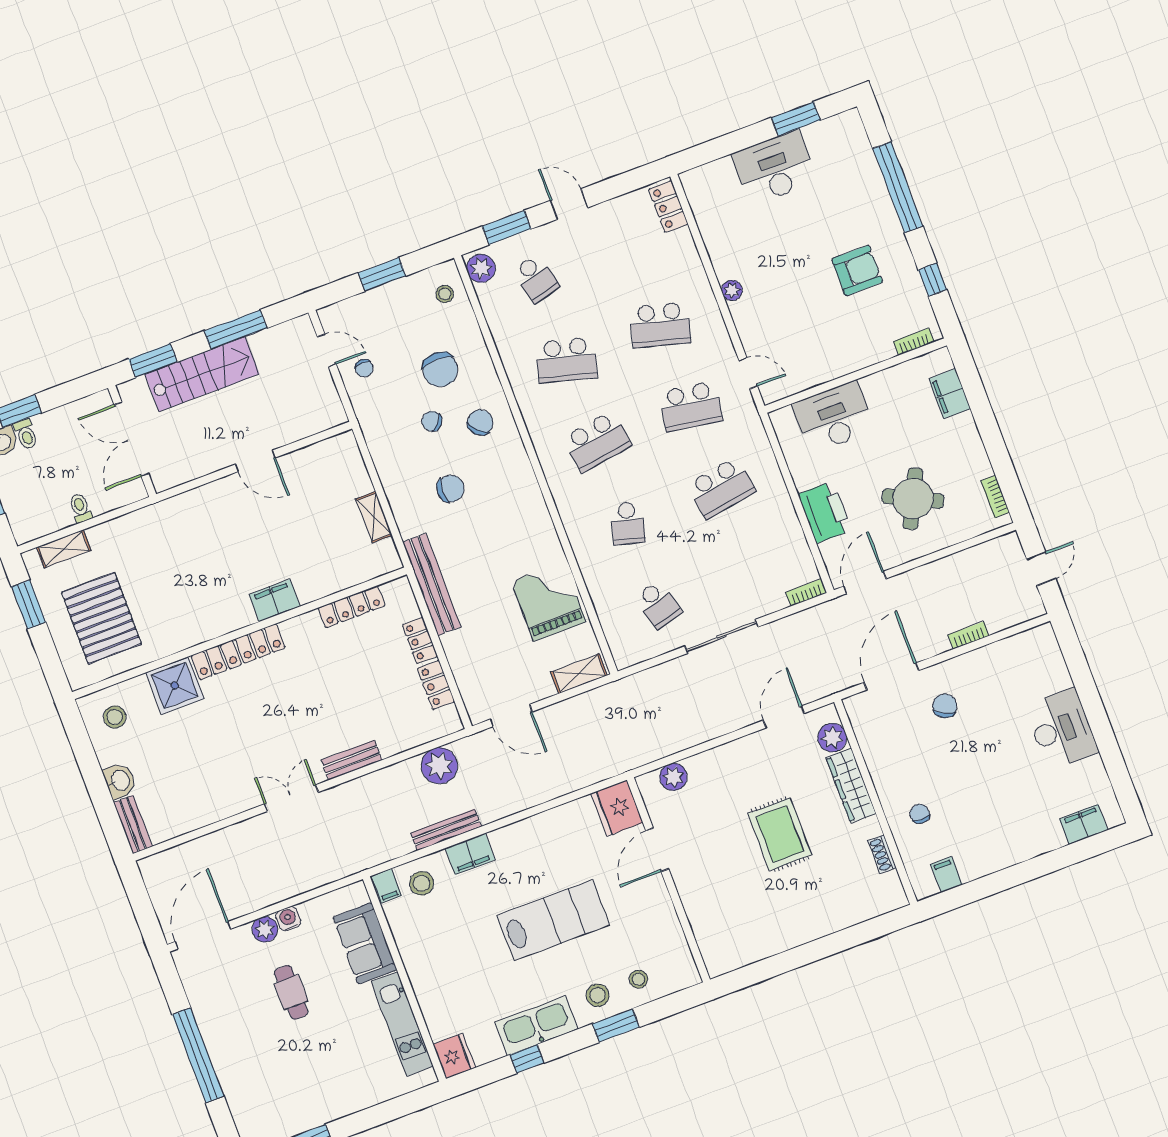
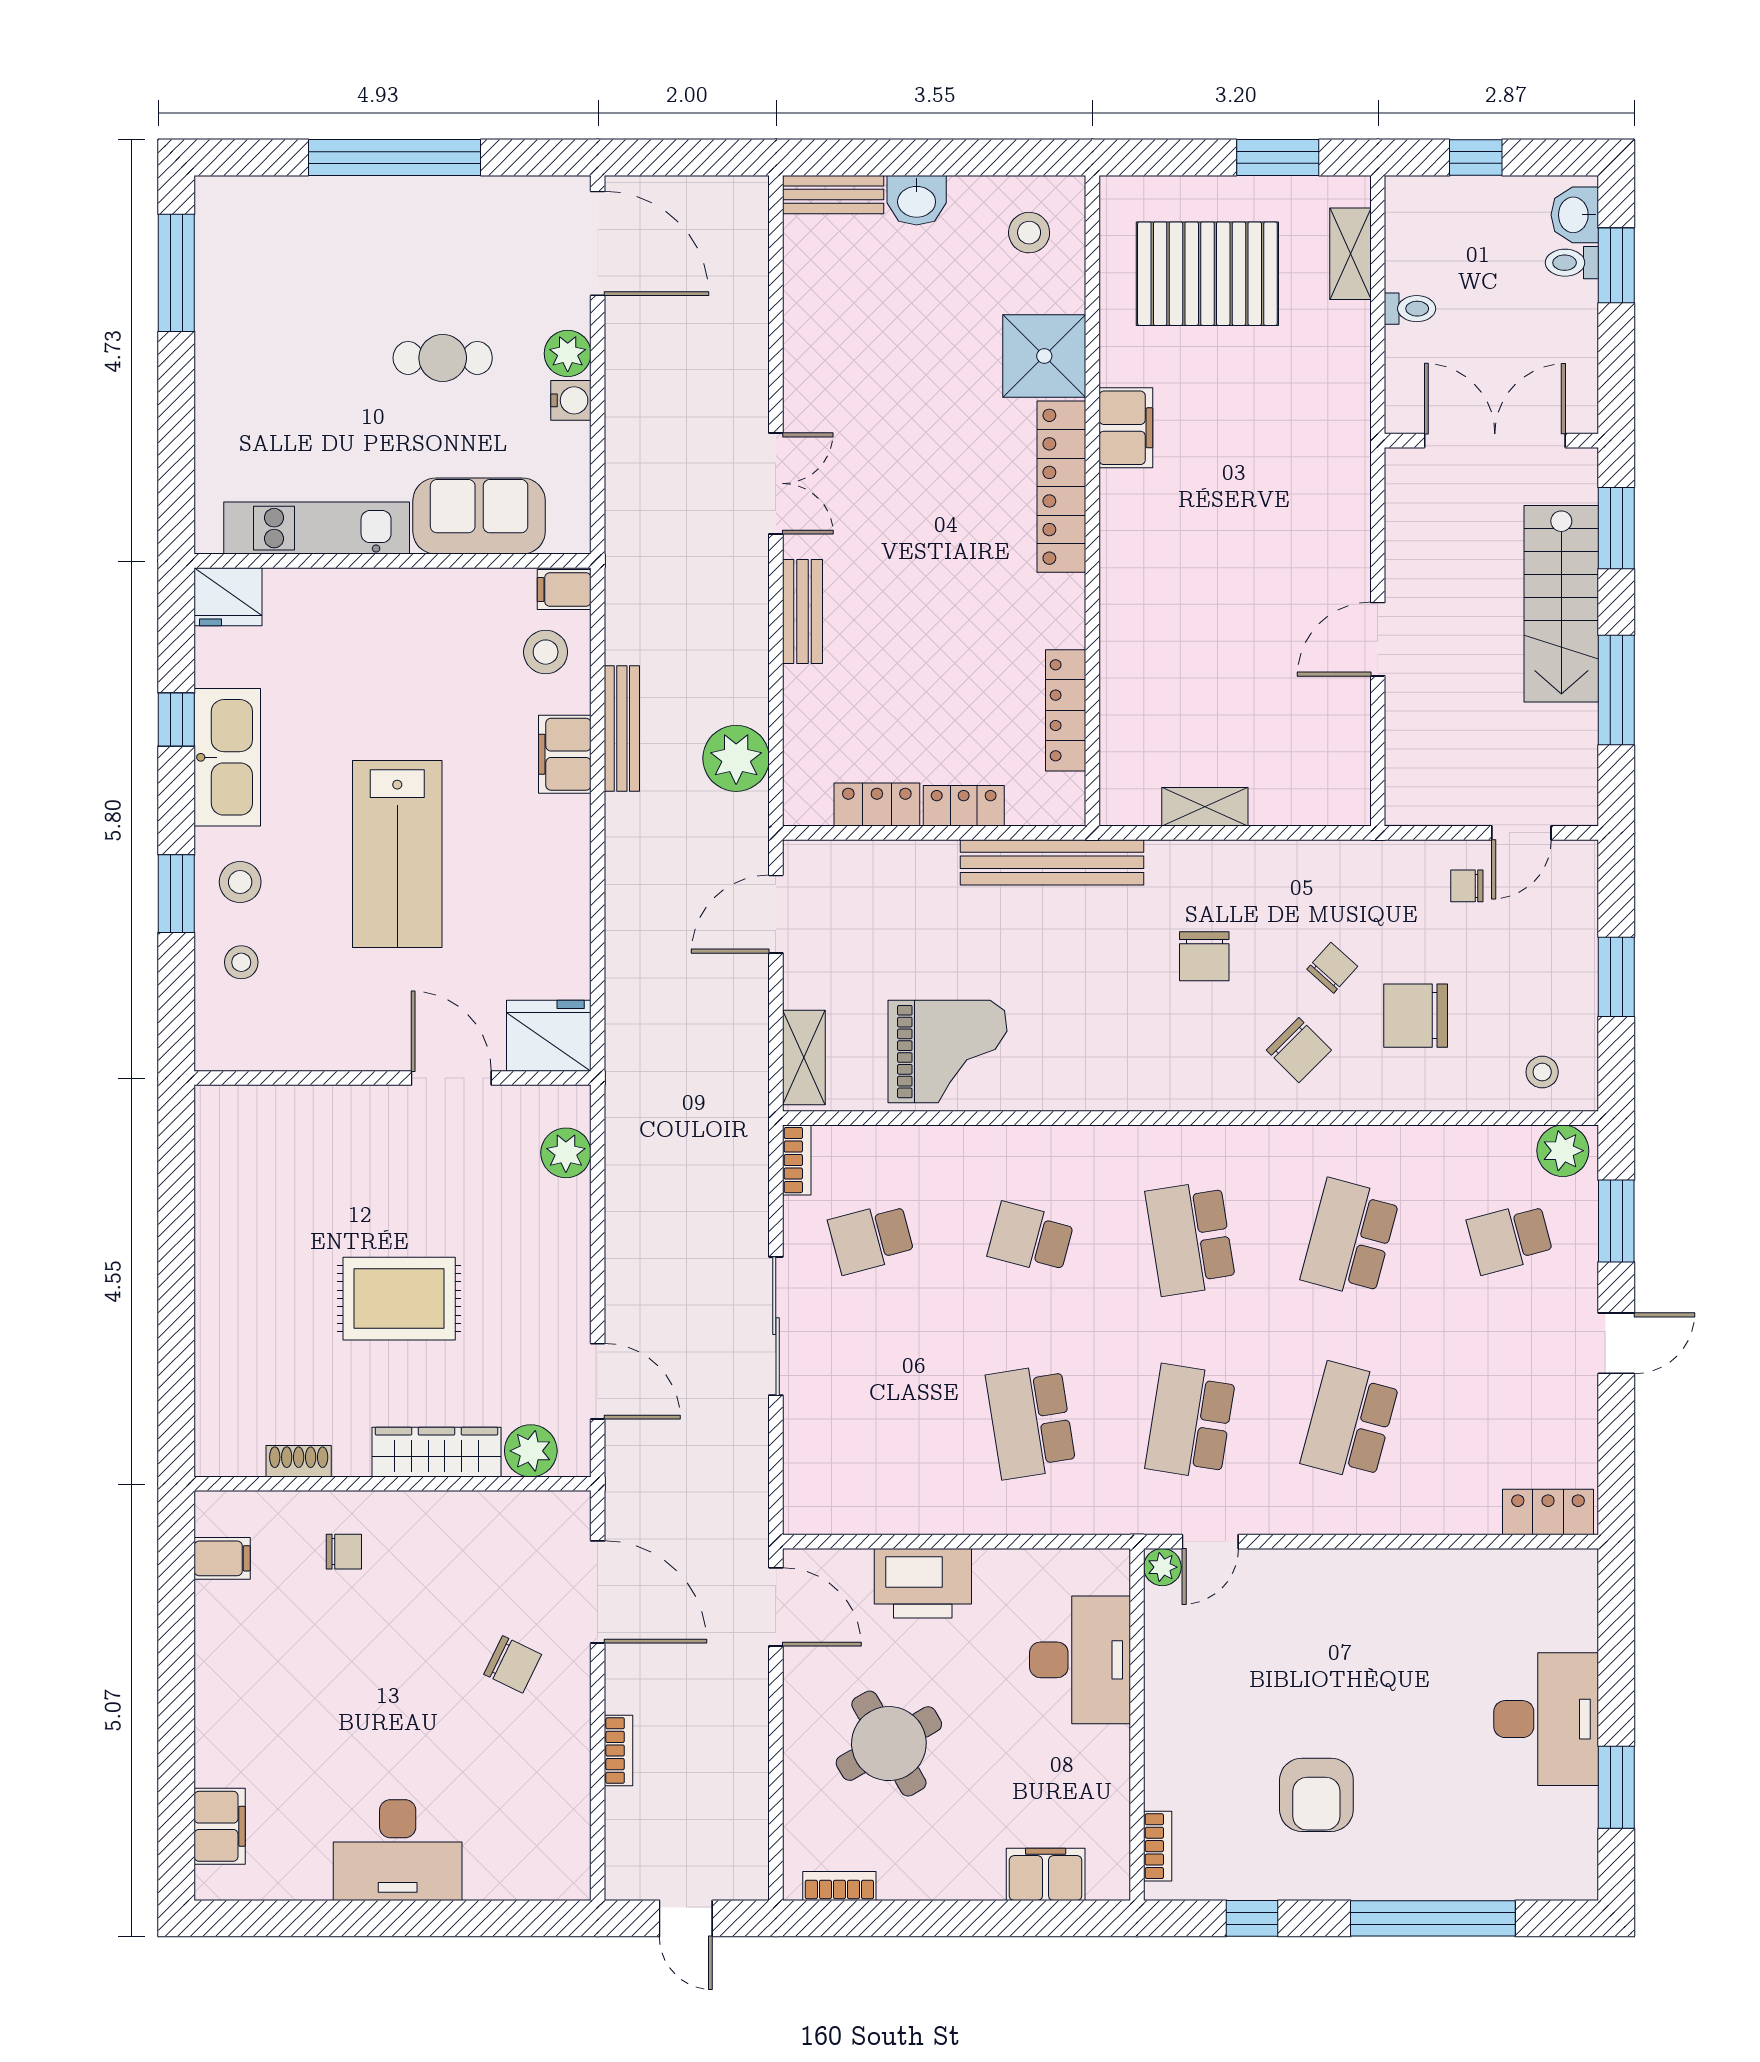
plant: (732, 290) -> (1162, 1567), moved
round table: (913, 499) -> (889, 1744), turned 34
bookcase: (806, 592) -> (797, 1160), moved
filing cabinet: (275, 600) -> (1126, 428), moved

